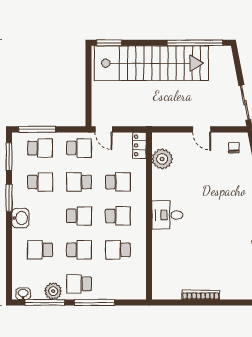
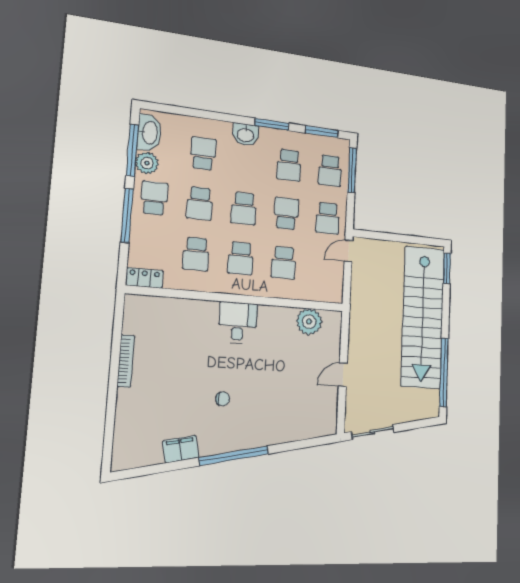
locker: (139, 145) -> (144, 278), moved
chair: (234, 148) -> (223, 399), moved
school desk: (118, 250) -> (196, 254), turned 180
washbasin: (23, 294) -> (149, 133), width x1.91, depth x1.45

